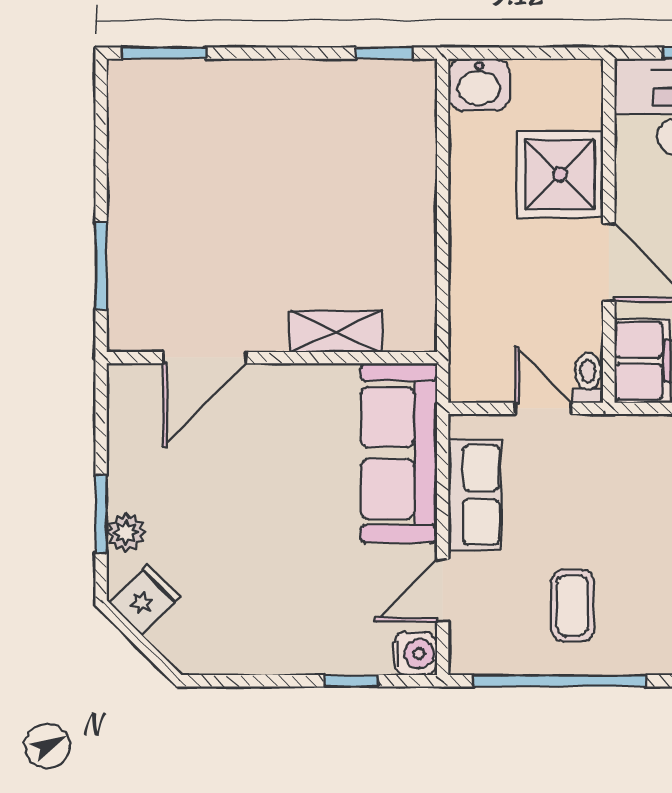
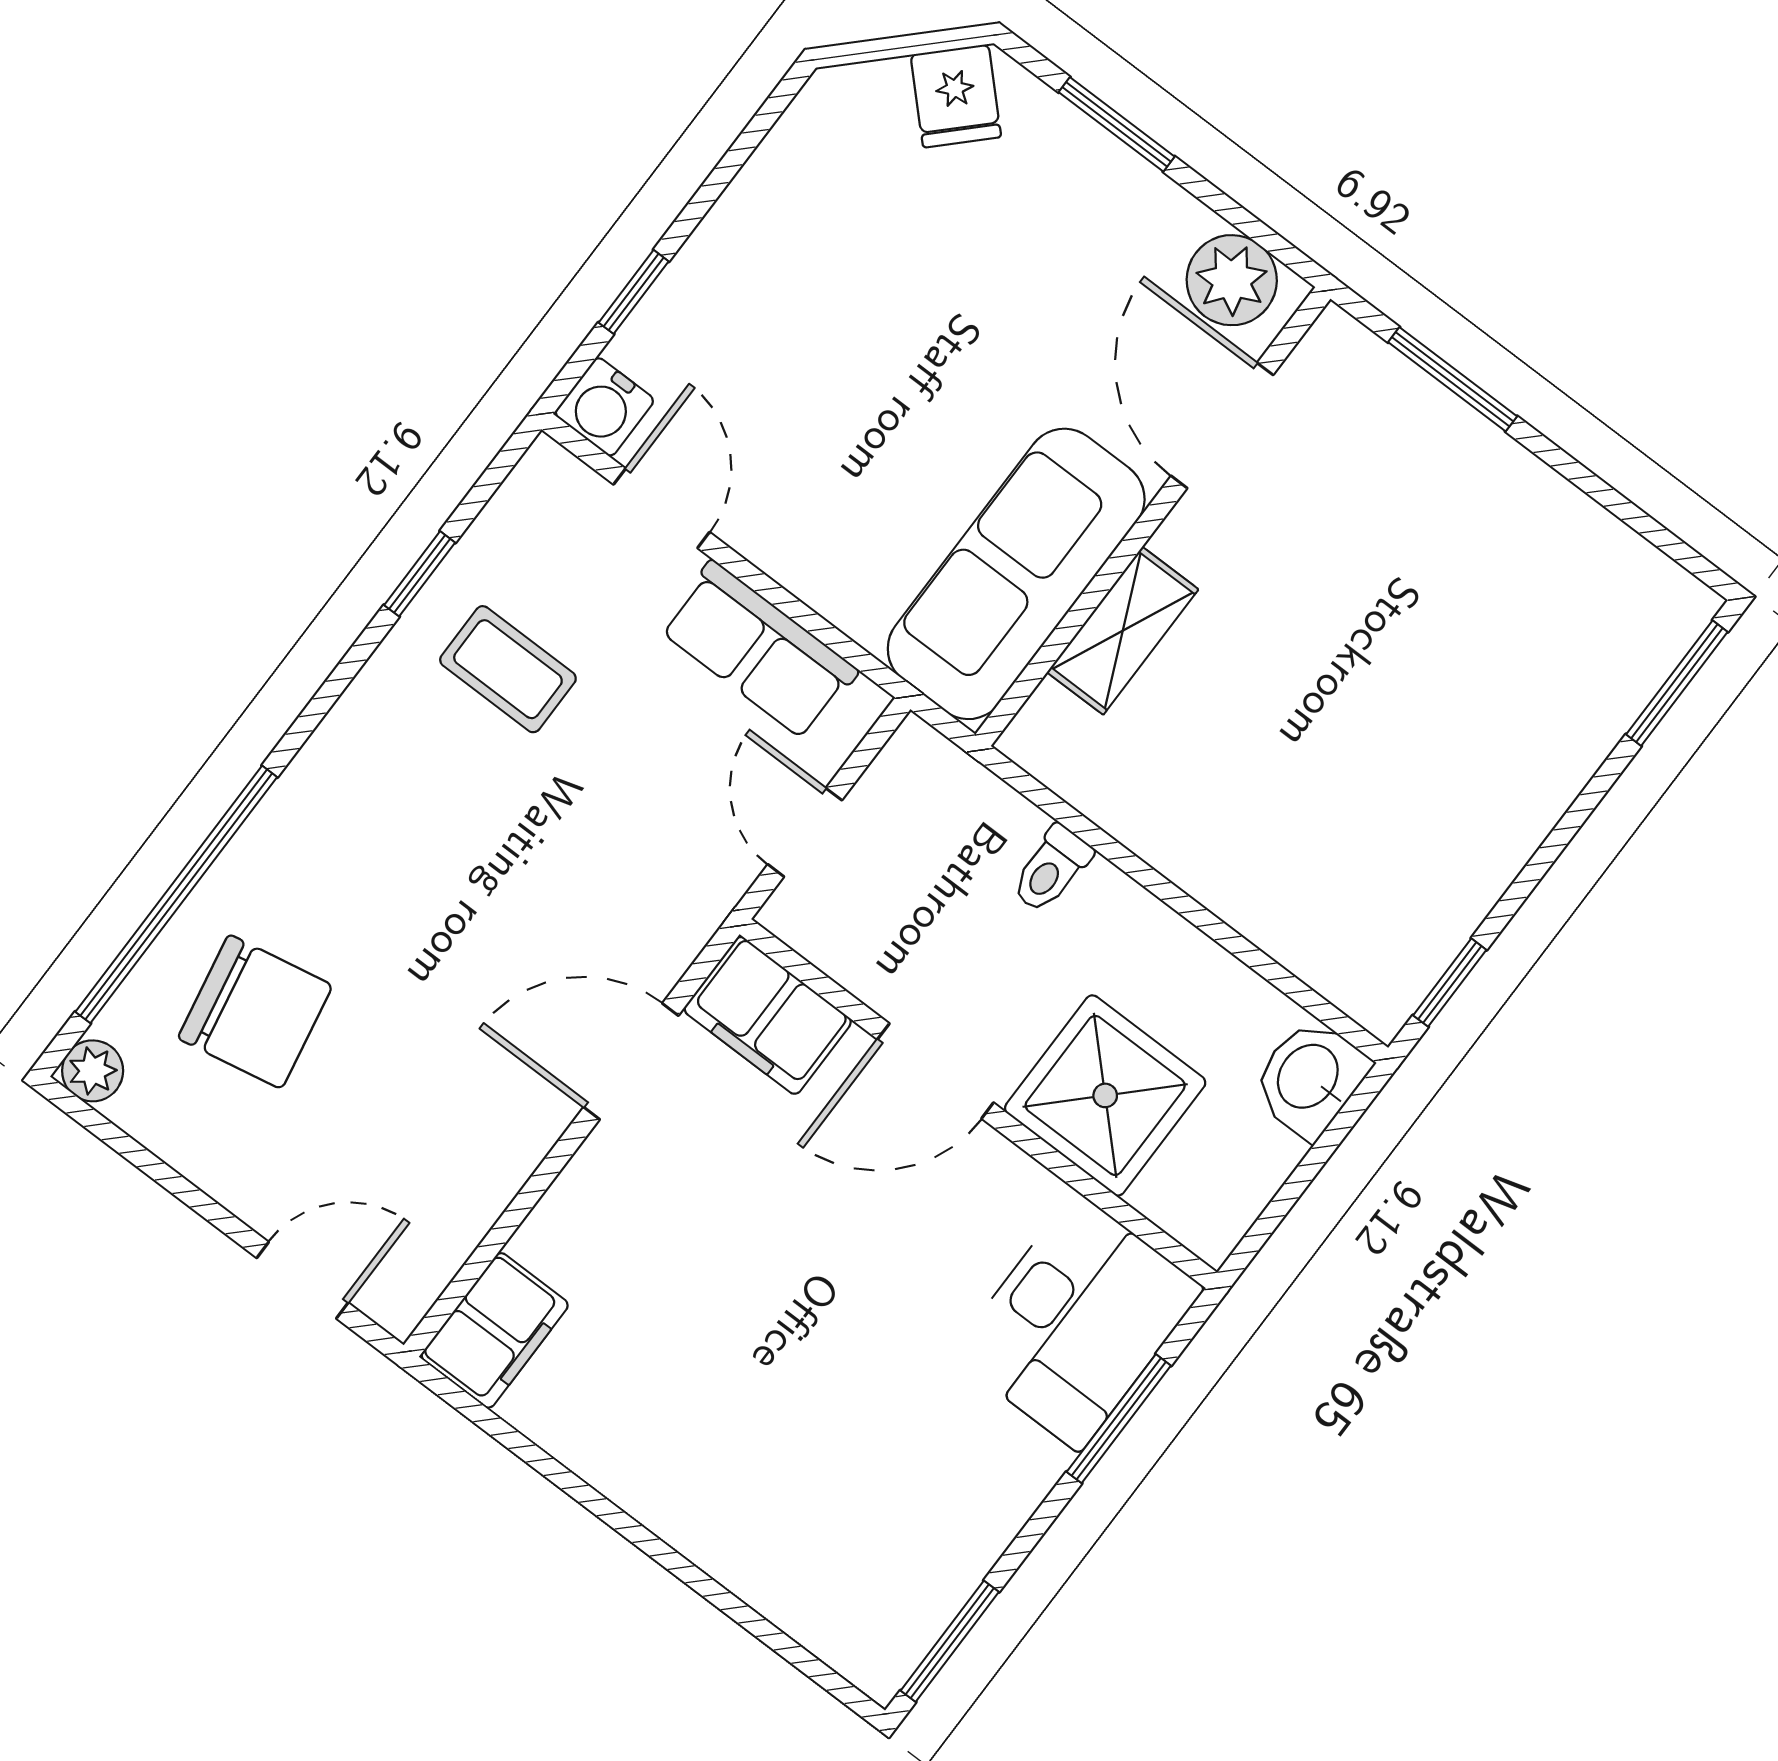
toilet: (588, 378) -> (1051, 869), moved, turned 90
door: (543, 408) -> (805, 832), swing flipped
sofa: (399, 453) -> (1016, 574), moved, turned -90
plant: (126, 532) -> (1232, 280), moved, width x1.38, depth x1.38
window: (559, 681) -> (420, 574), width x0.32

